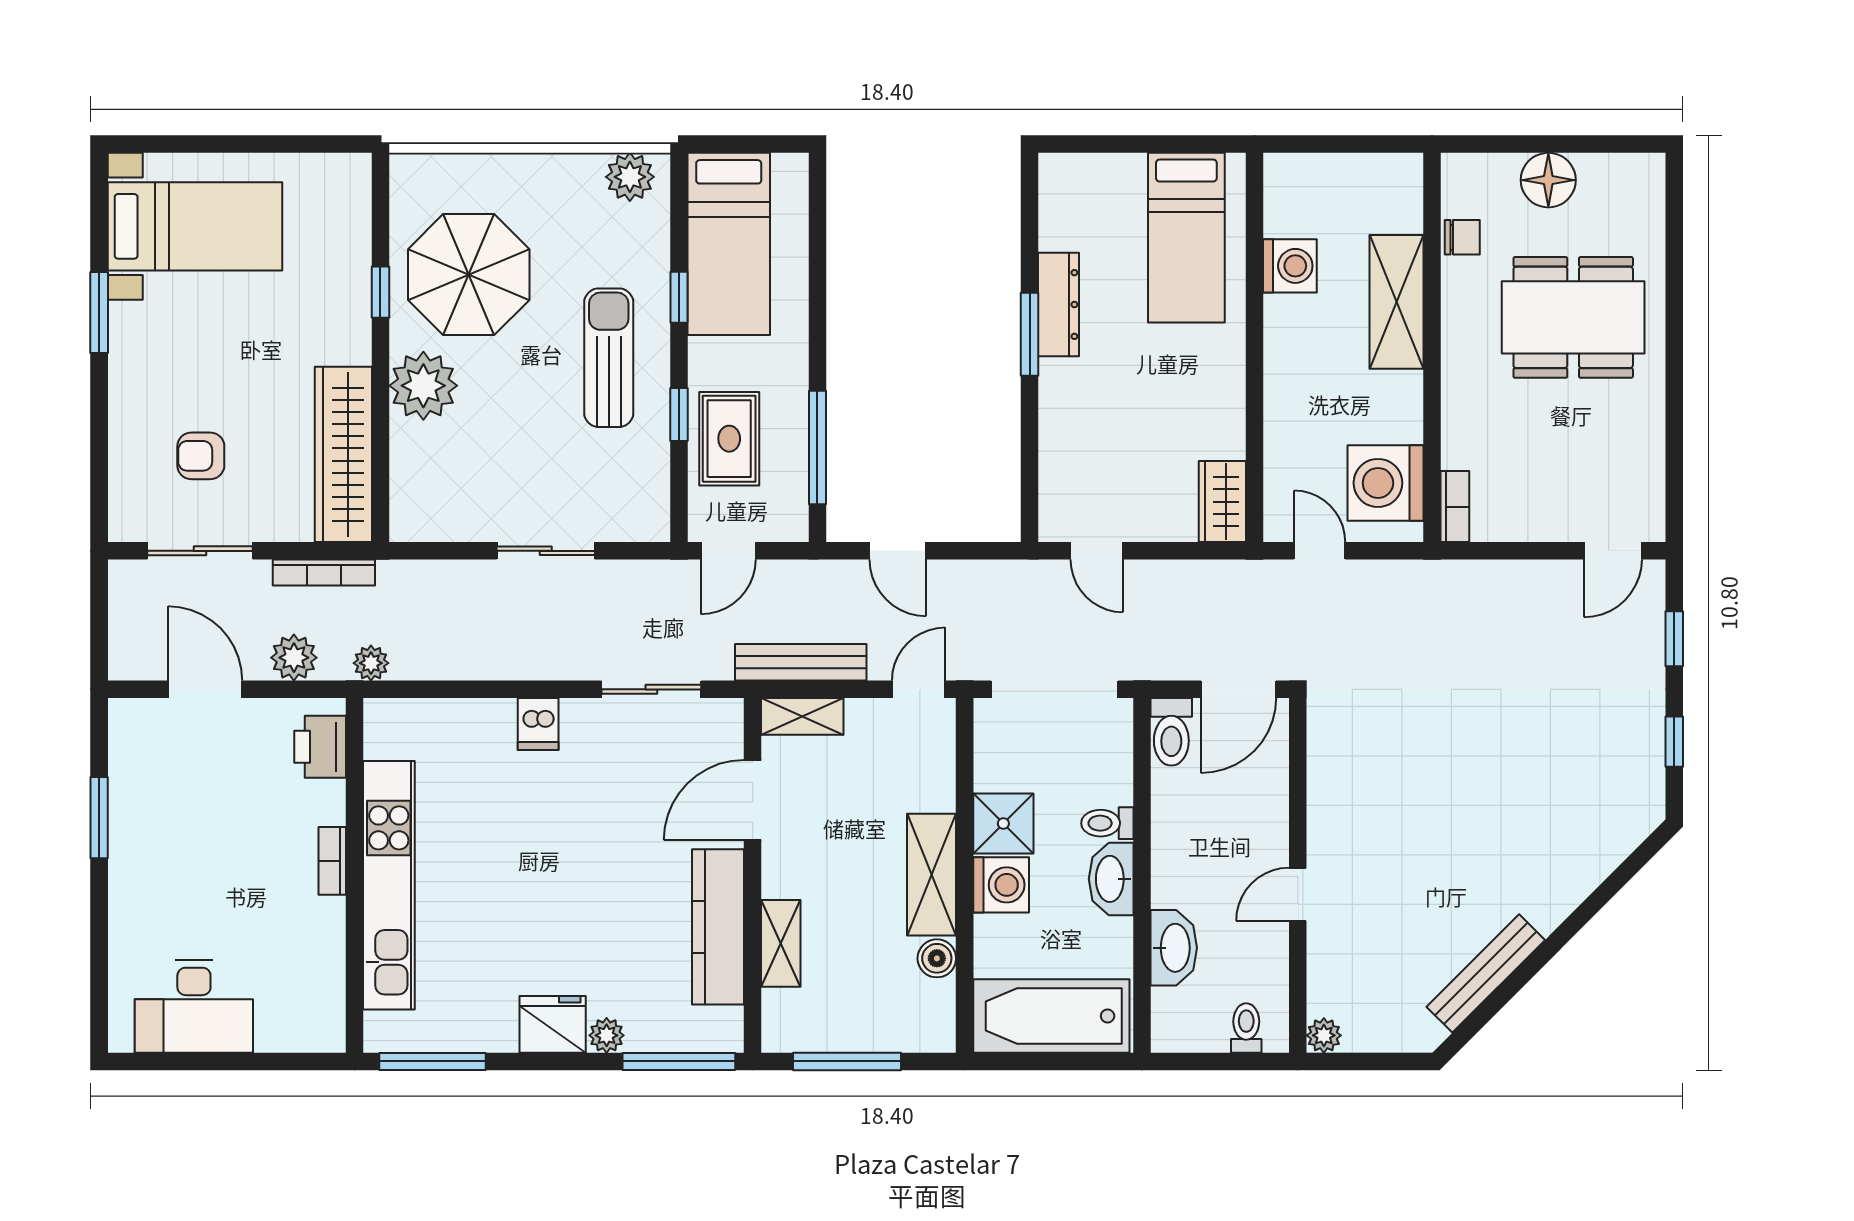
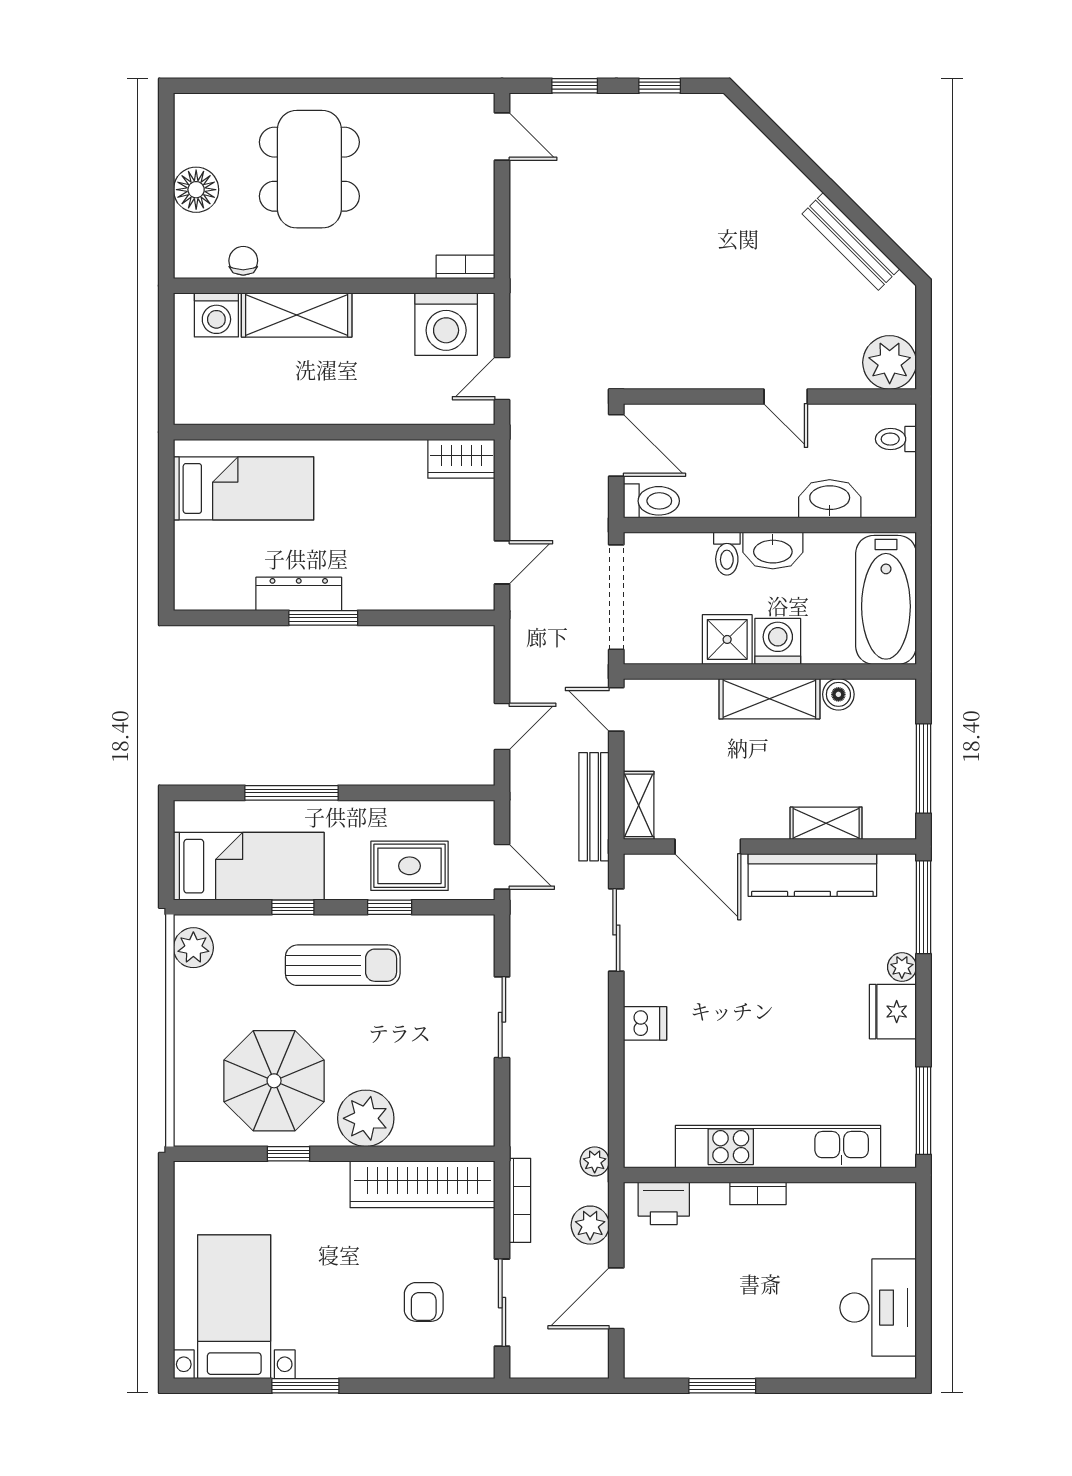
washing machine: (1290, 266) -> (216, 315), moved, turned 180
sun lounger: (609, 358) -> (343, 965), turned 180
window: (817, 447) -> (292, 793), moved
plant: (1324, 1035) -> (890, 362), width x1.88, depth x1.88

